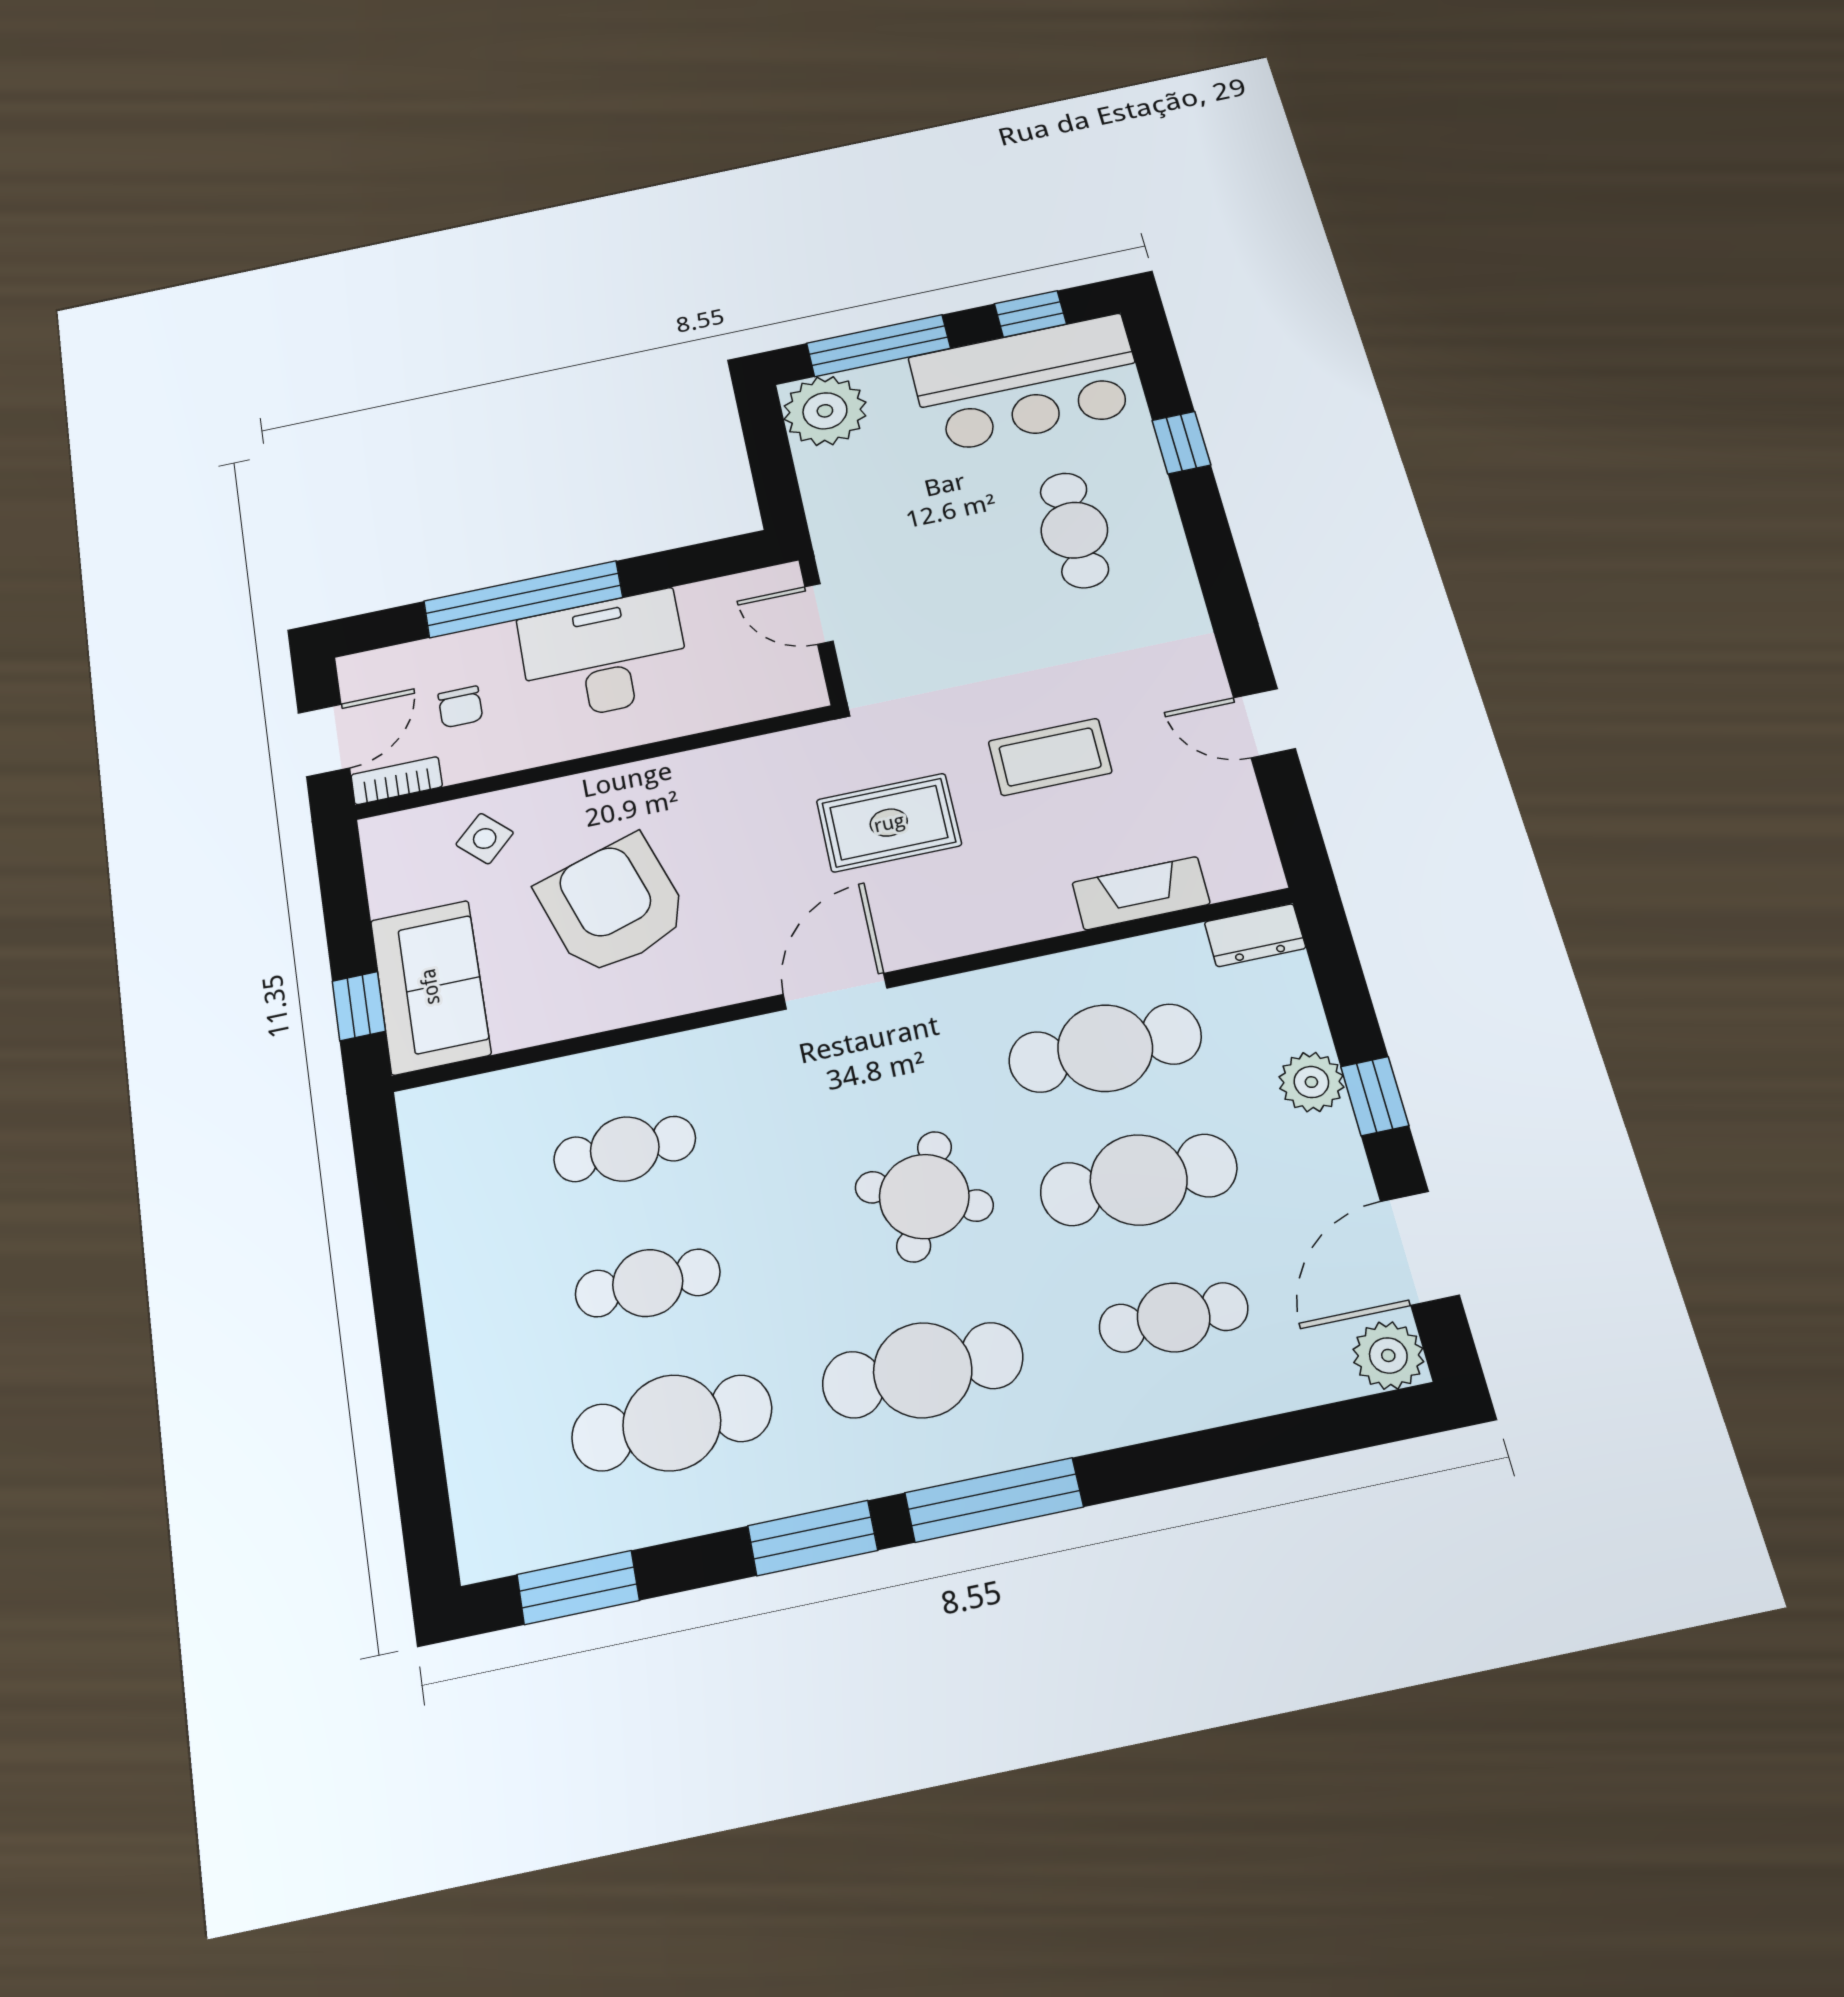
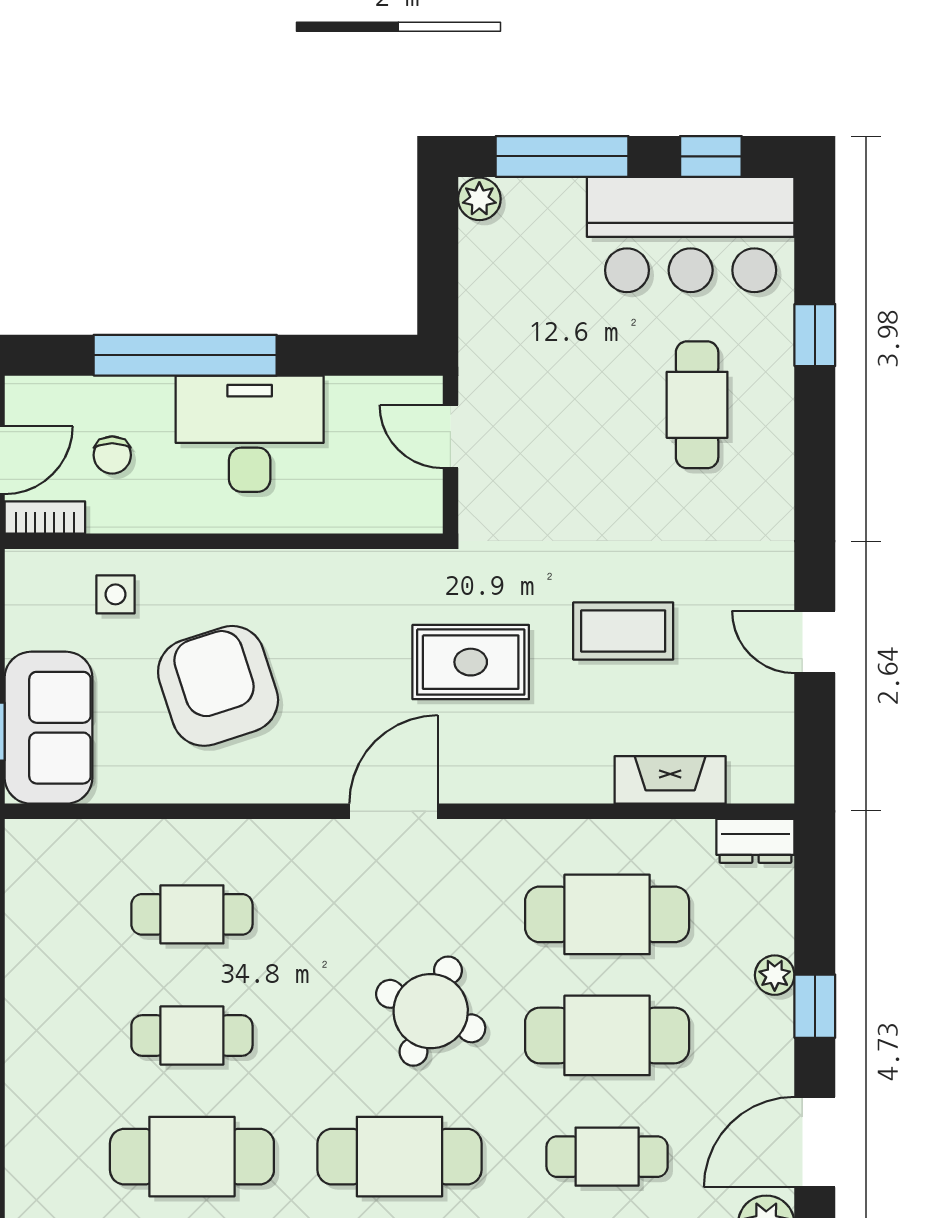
plant: (825, 411) -> (479, 199), width x0.53, depth x0.53
side table: (485, 839) -> (115, 594), turned 45
plant: (1311, 1082) -> (775, 975), width x0.73, depth x0.73

